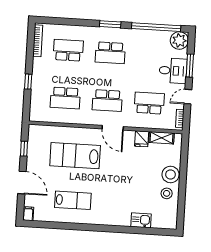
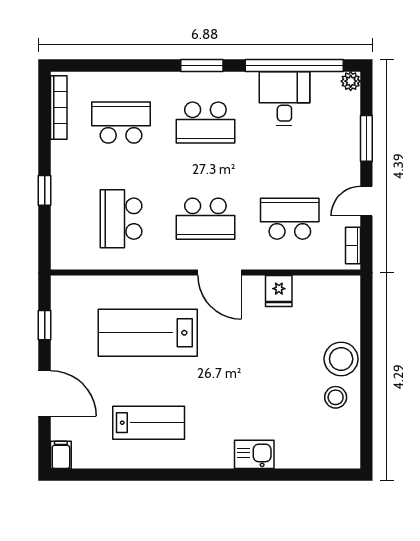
plant: (179, 40) -> (351, 81), width x0.53, depth x0.53
desk: (173, 71) -> (284, 99), moved, turned -90
school desk: (65, 98) -> (121, 219), turned 90
shelving: (162, 138) -> (319, 287), removed
kitchen sink: (141, 220) -> (254, 454), moved

